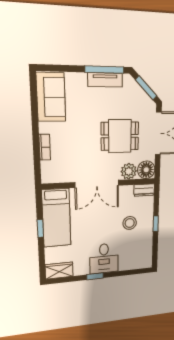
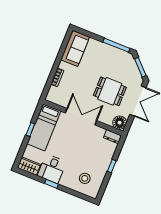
tv unit: (105, 80) -> (114, 52), removed
plant: (129, 171) -> (107, 118), removed
double door: (97, 184) -> (81, 117), swing flipped
stool: (130, 223) -> (85, 178), moved
desk: (104, 258) -> (52, 169), moved

